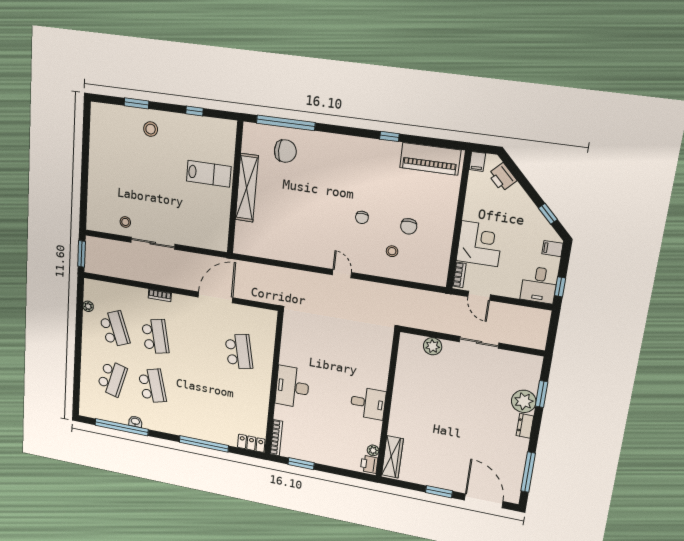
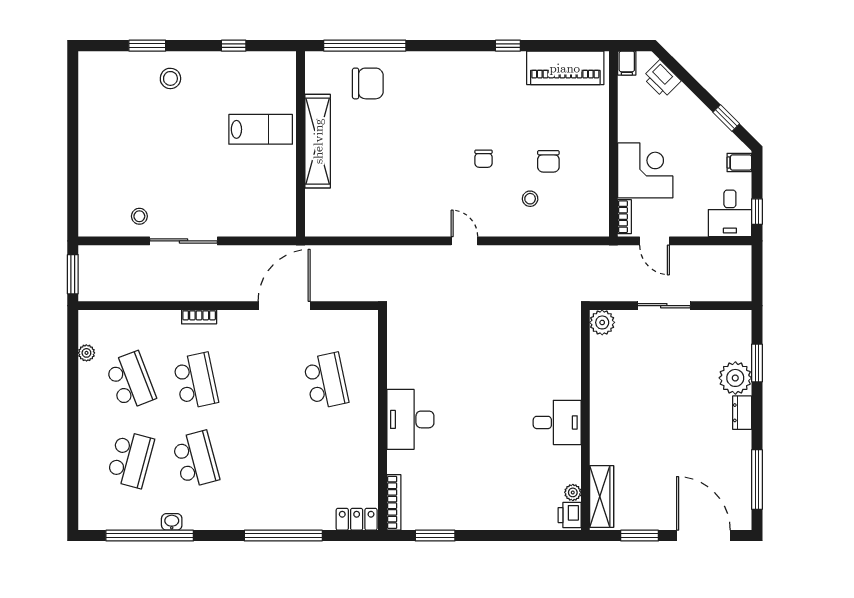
desk: (368, 403) -> (557, 422), moved
wall: (388, 405) -> (585, 420), moved
plant: (373, 450) -> (573, 492), moved
wardrobe: (392, 457) -> (602, 497), moved
printer: (369, 464) -> (570, 515), moved

